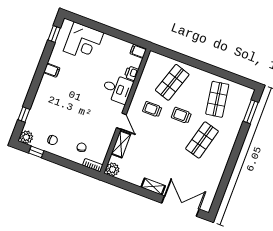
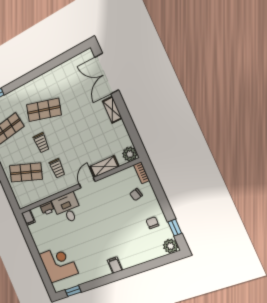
filing cabinet: (52, 70) -> (115, 265), moved
window: (24, 115) -> (154, 264), removed

